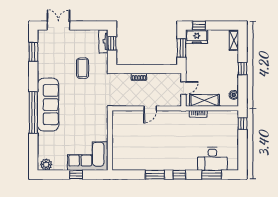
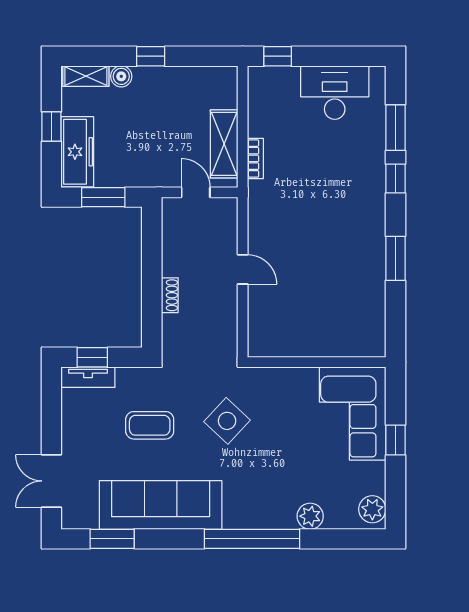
window: (199, 26) -> (51, 126), moved
freezer: (197, 37) -> (77, 152), width x1.40
boiler: (234, 95) -> (121, 76), moved
side table: (84, 102) -> (227, 421), added
sofa: (48, 105) -> (161, 505), moved
plant: (43, 138) -> (310, 516), added
desk: (212, 159) -> (335, 93), moved, turned -90
window: (179, 175) -> (395, 179), moved

